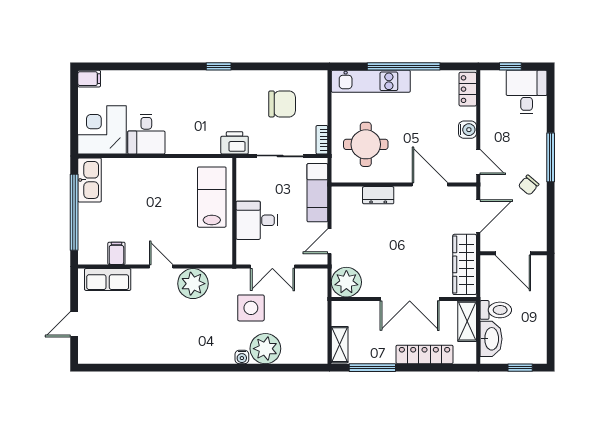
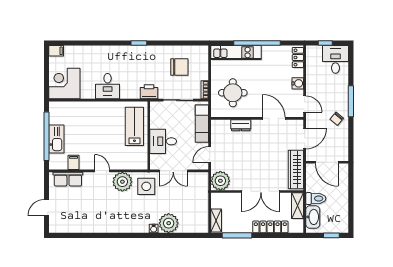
desk: (146, 134) -> (108, 86), moved
kitchen sink: (90, 180) -> (56, 139), moved
side table: (251, 308) -> (146, 186), moved

